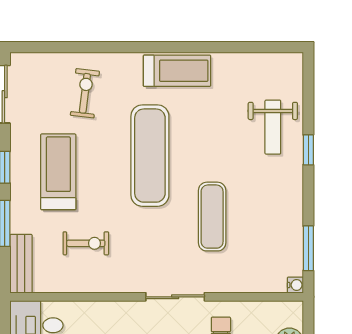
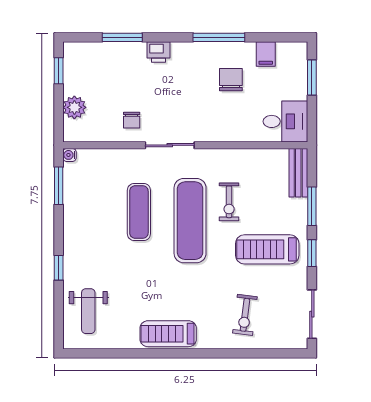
weight bench: (273, 127) -> (88, 311), moved, turned 180
exercise mat: (150, 156) -> (190, 221), moved
treadmill: (58, 172) -> (267, 249), turned 90
exercise bike: (86, 243) -> (229, 202), moved, turned -90

